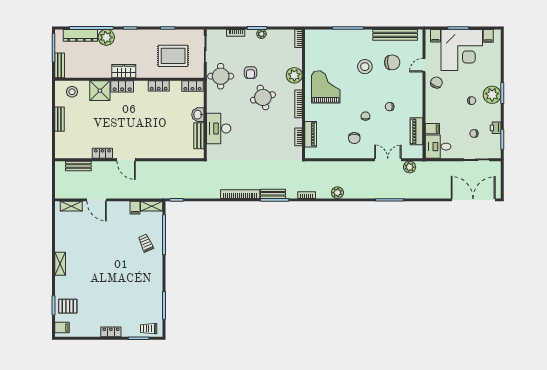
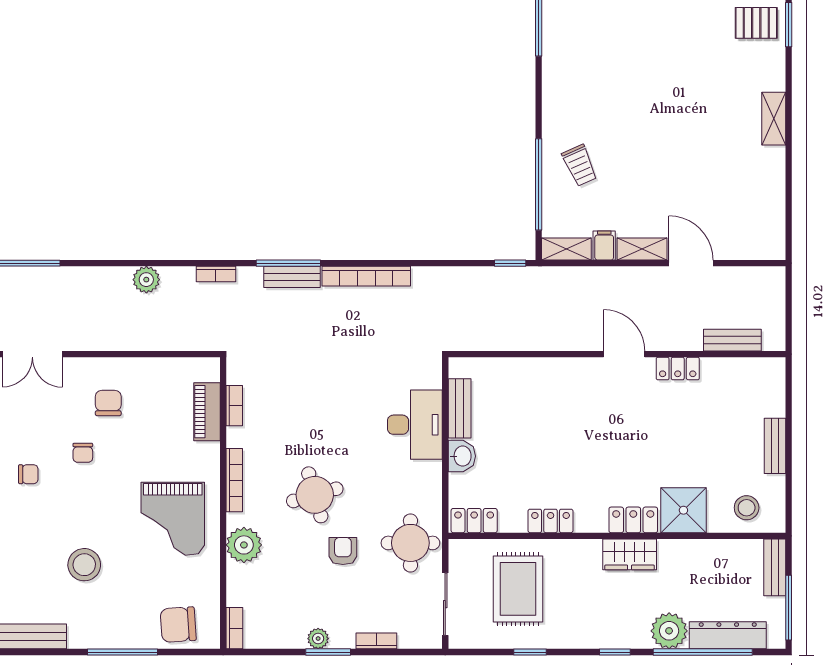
rug: (173, 56) -> (518, 589), turned 90
chair: (392, 62) -> (178, 625), moved
shelving: (71, 206) -> (642, 249), moved

